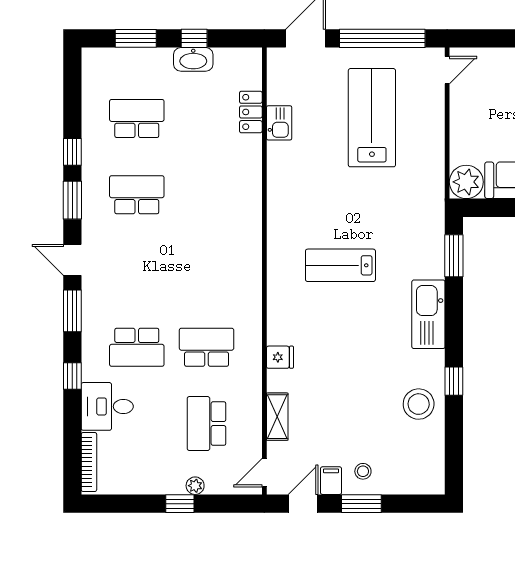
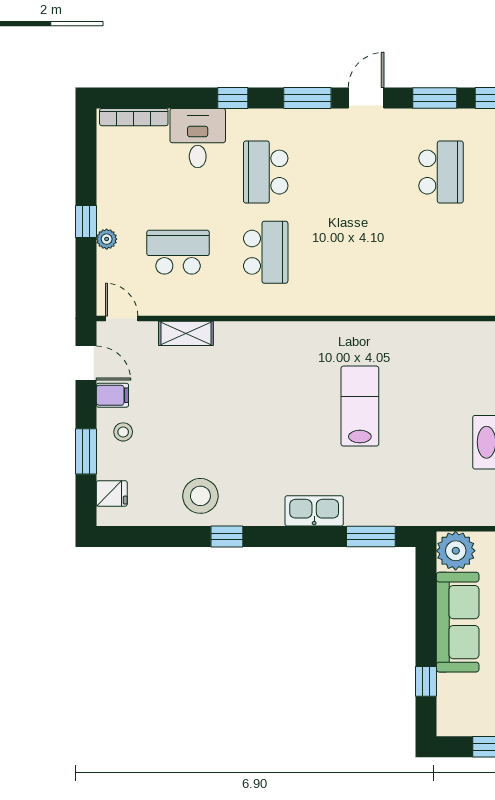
kitchen sink: (428, 314) -> (314, 511), width x0.73, depth x0.81
fridge: (280, 357) -> (112, 493), moved, turned -90
window: (361, 504) -> (86, 451), moved

